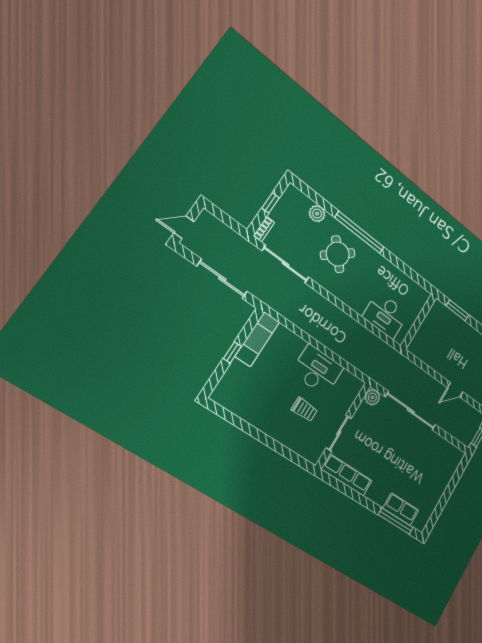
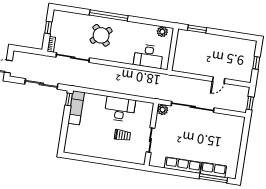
plant: (317, 214) -> (162, 32), moved
window: (232, 352) -> (69, 99), moved
row of seats: (347, 475) -> (183, 165), moved

